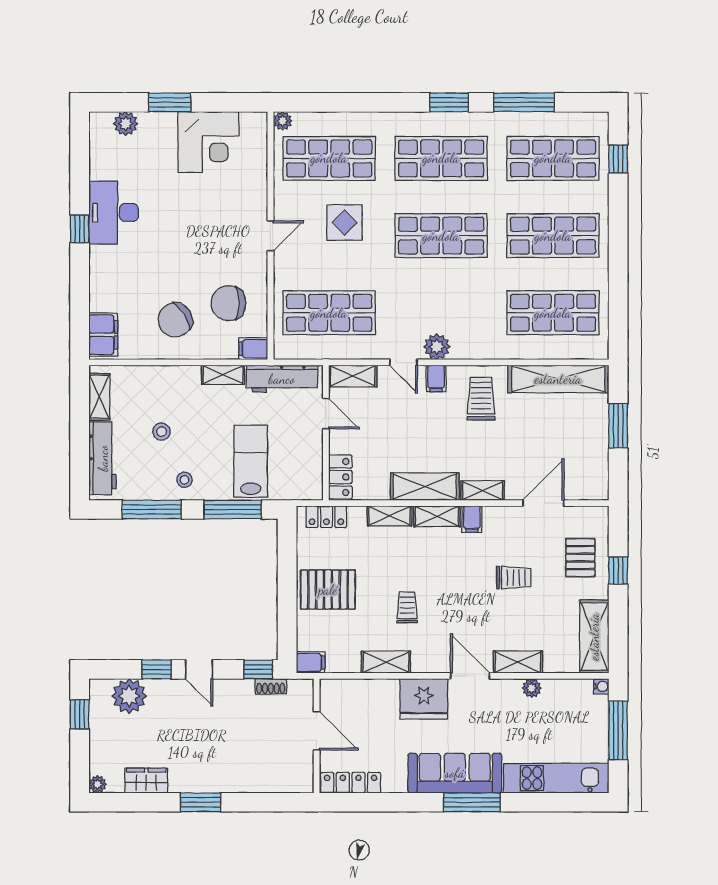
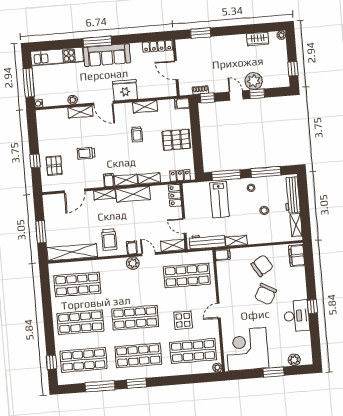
corner desk: (208, 142) -> (247, 349), width x1.36, depth x1.36
chair: (228, 303) -> (266, 294), moved, turned 119
shelving: (594, 637) -> (44, 128), removed
plant: (129, 696) -> (254, 81), moved
window: (201, 802) -> (201, 33), moved

